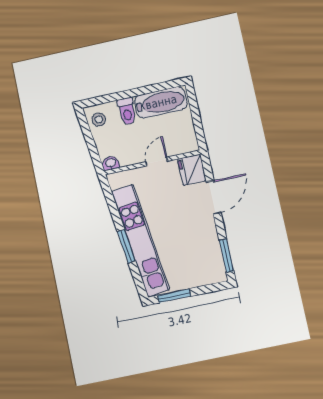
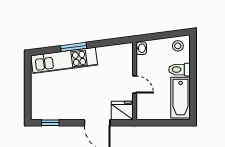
kitchen unit: (140, 240) -> (64, 60), width x0.73
window: (226, 256) -> (50, 123), width x0.67
window: (174, 296) -> (28, 76), removed

